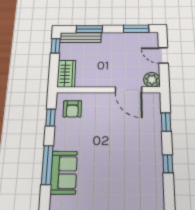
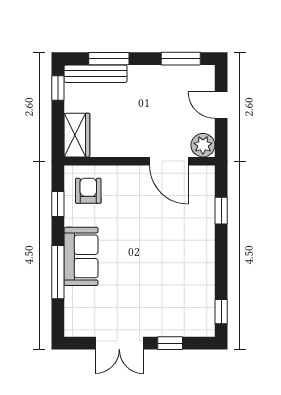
armchair: (72, 109) -> (88, 191), turned 180
window: (168, 164) -> (221, 312), moved
sofa: (64, 172) -> (81, 256), moved

